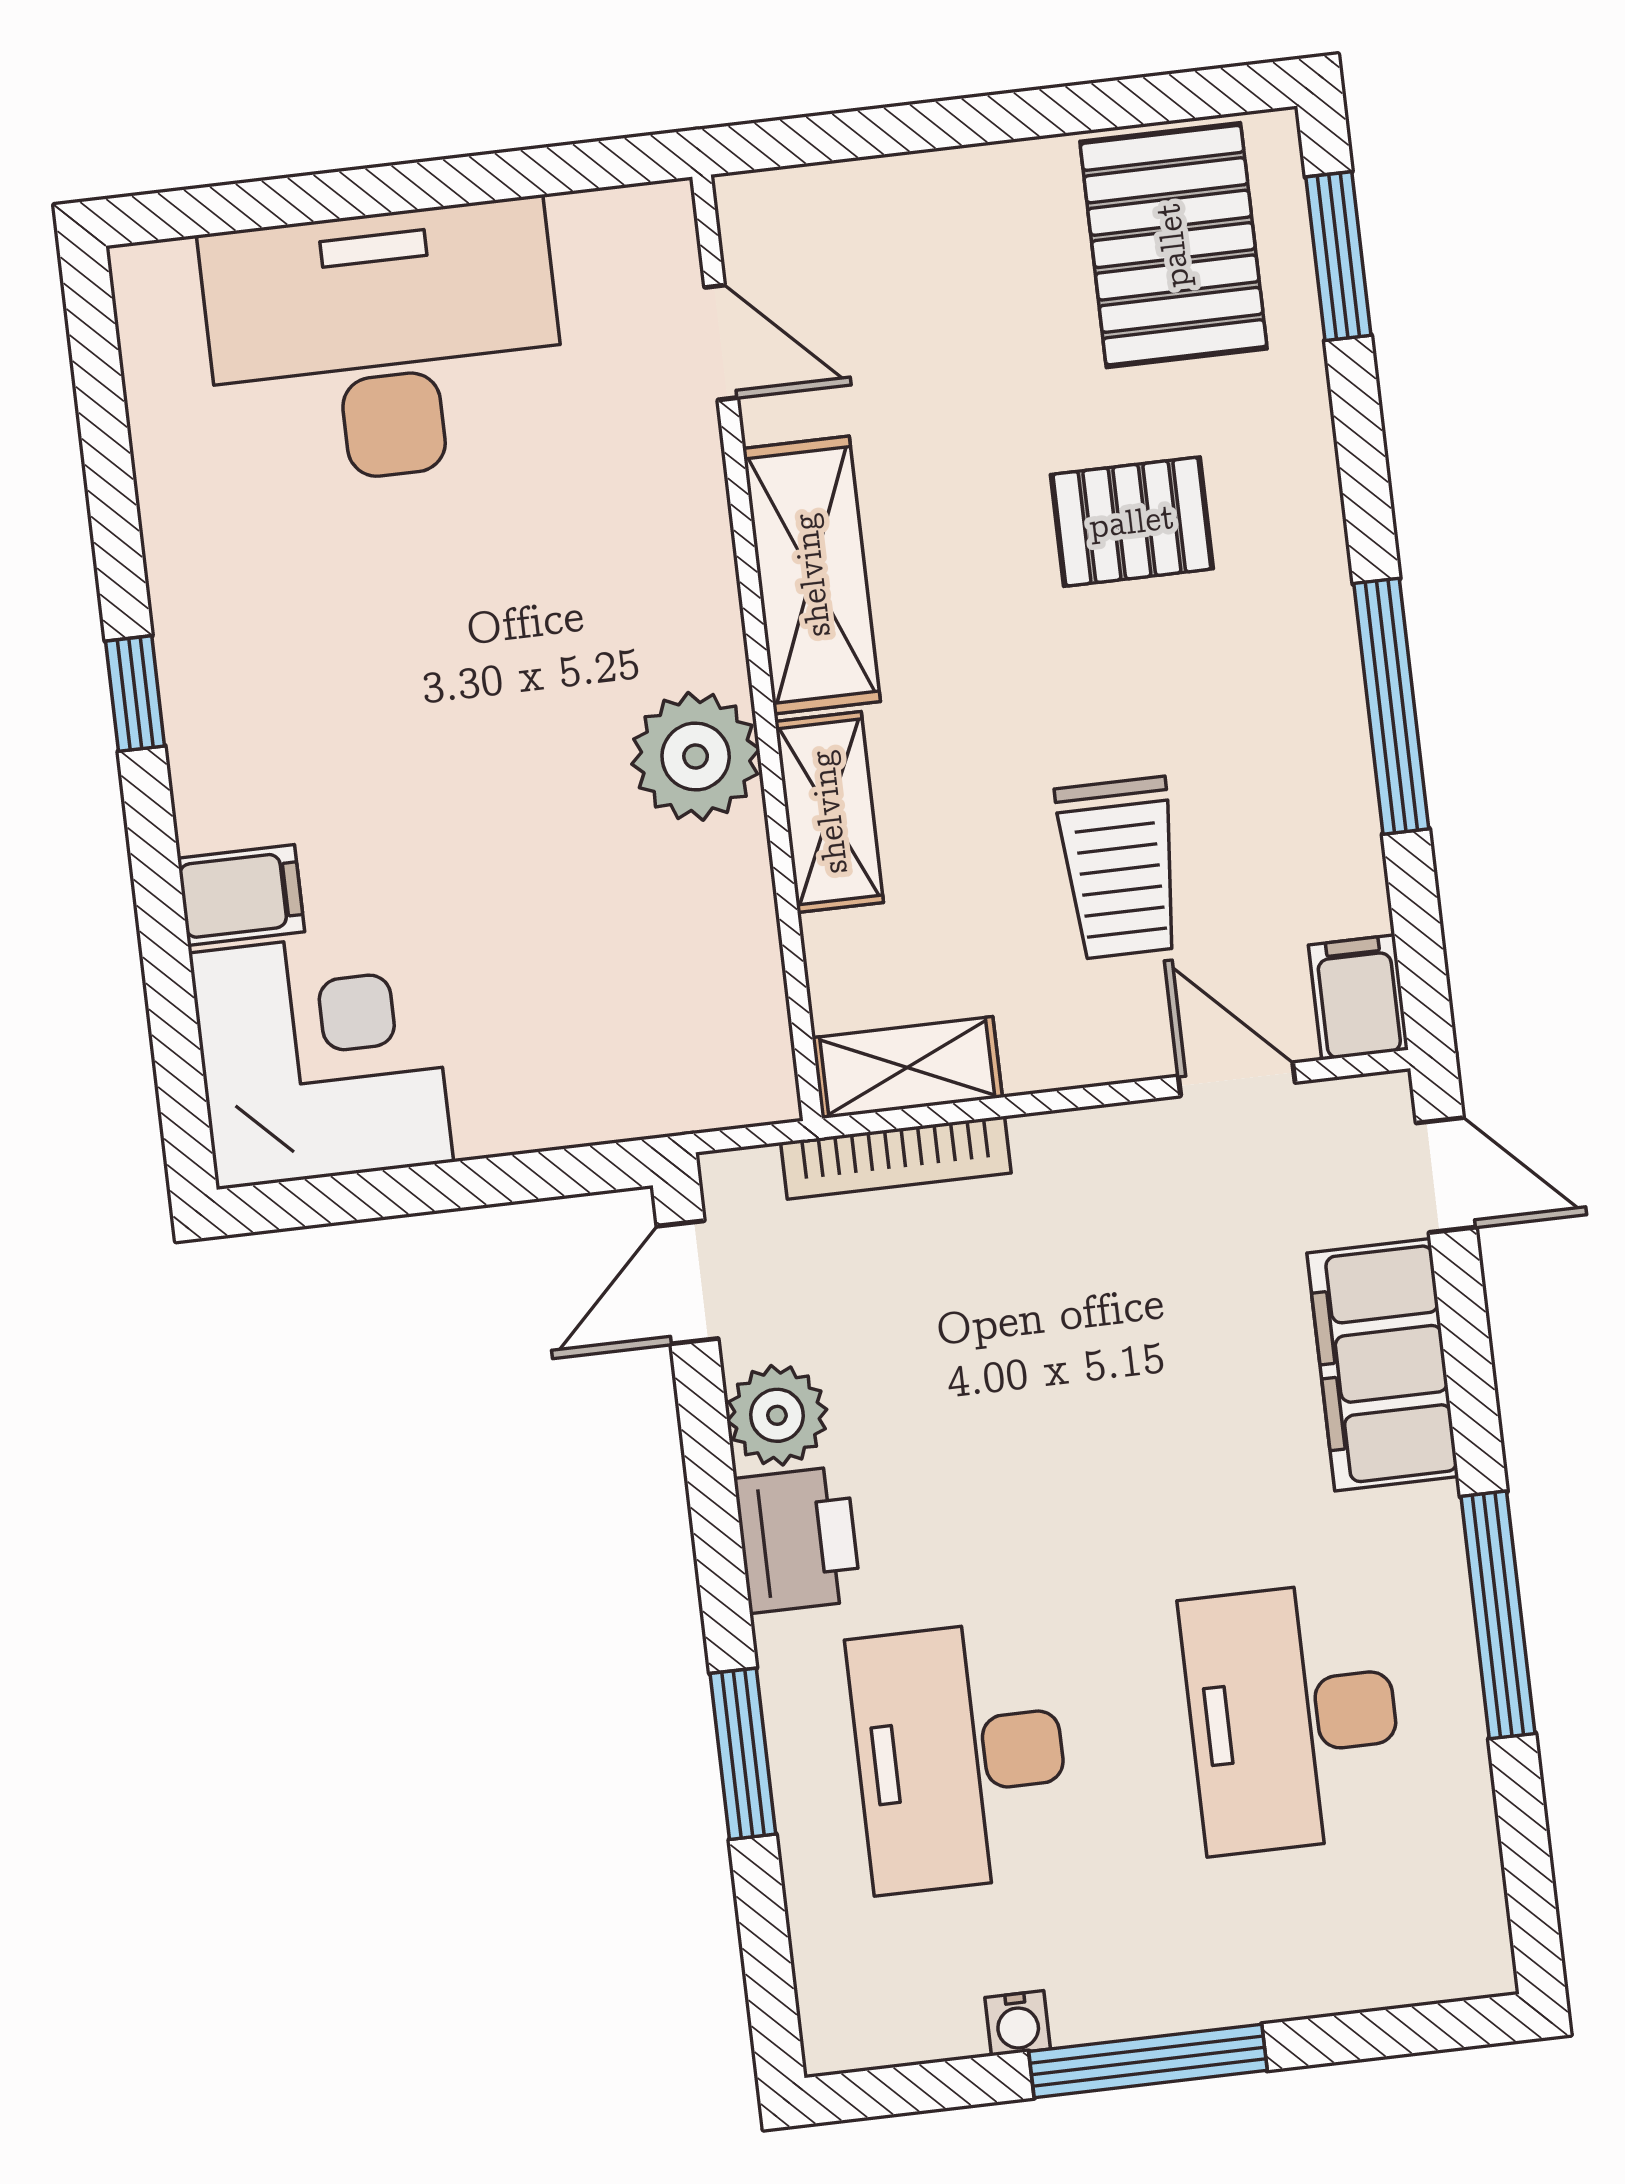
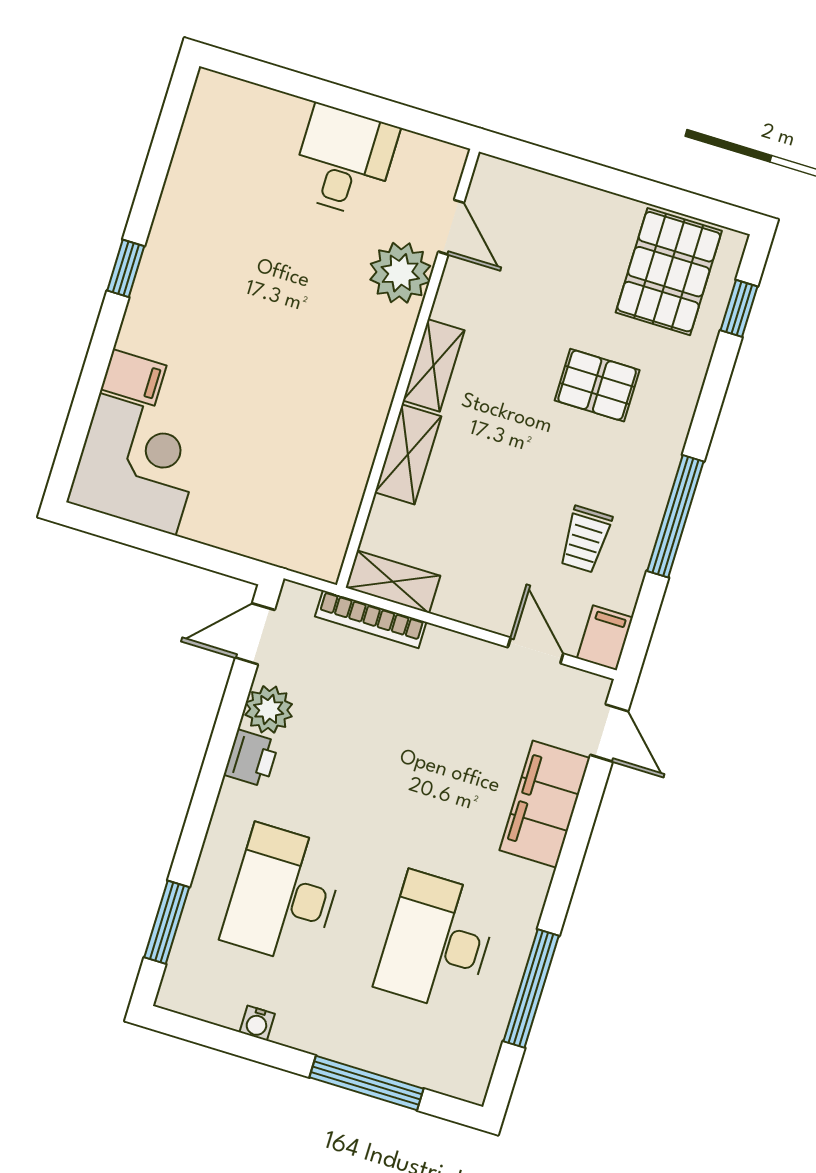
window: (1338, 256) -> (739, 308), width x0.67
desk: (385, 344) -> (344, 161), width x0.53, depth x0.77
shelving: (812, 575) -> (434, 365), width x0.67, depth x0.75
plant: (696, 756) -> (400, 273), moved
trolley: (1119, 868) -> (585, 539), moved, width x0.73, depth x0.72
printer: (798, 1540) -> (251, 758), width x0.73, depth x0.81
window: (1498, 1615) -> (531, 989), moved
window: (743, 1754) -> (167, 922), moved
window: (1148, 2061) -> (366, 1083), moved

